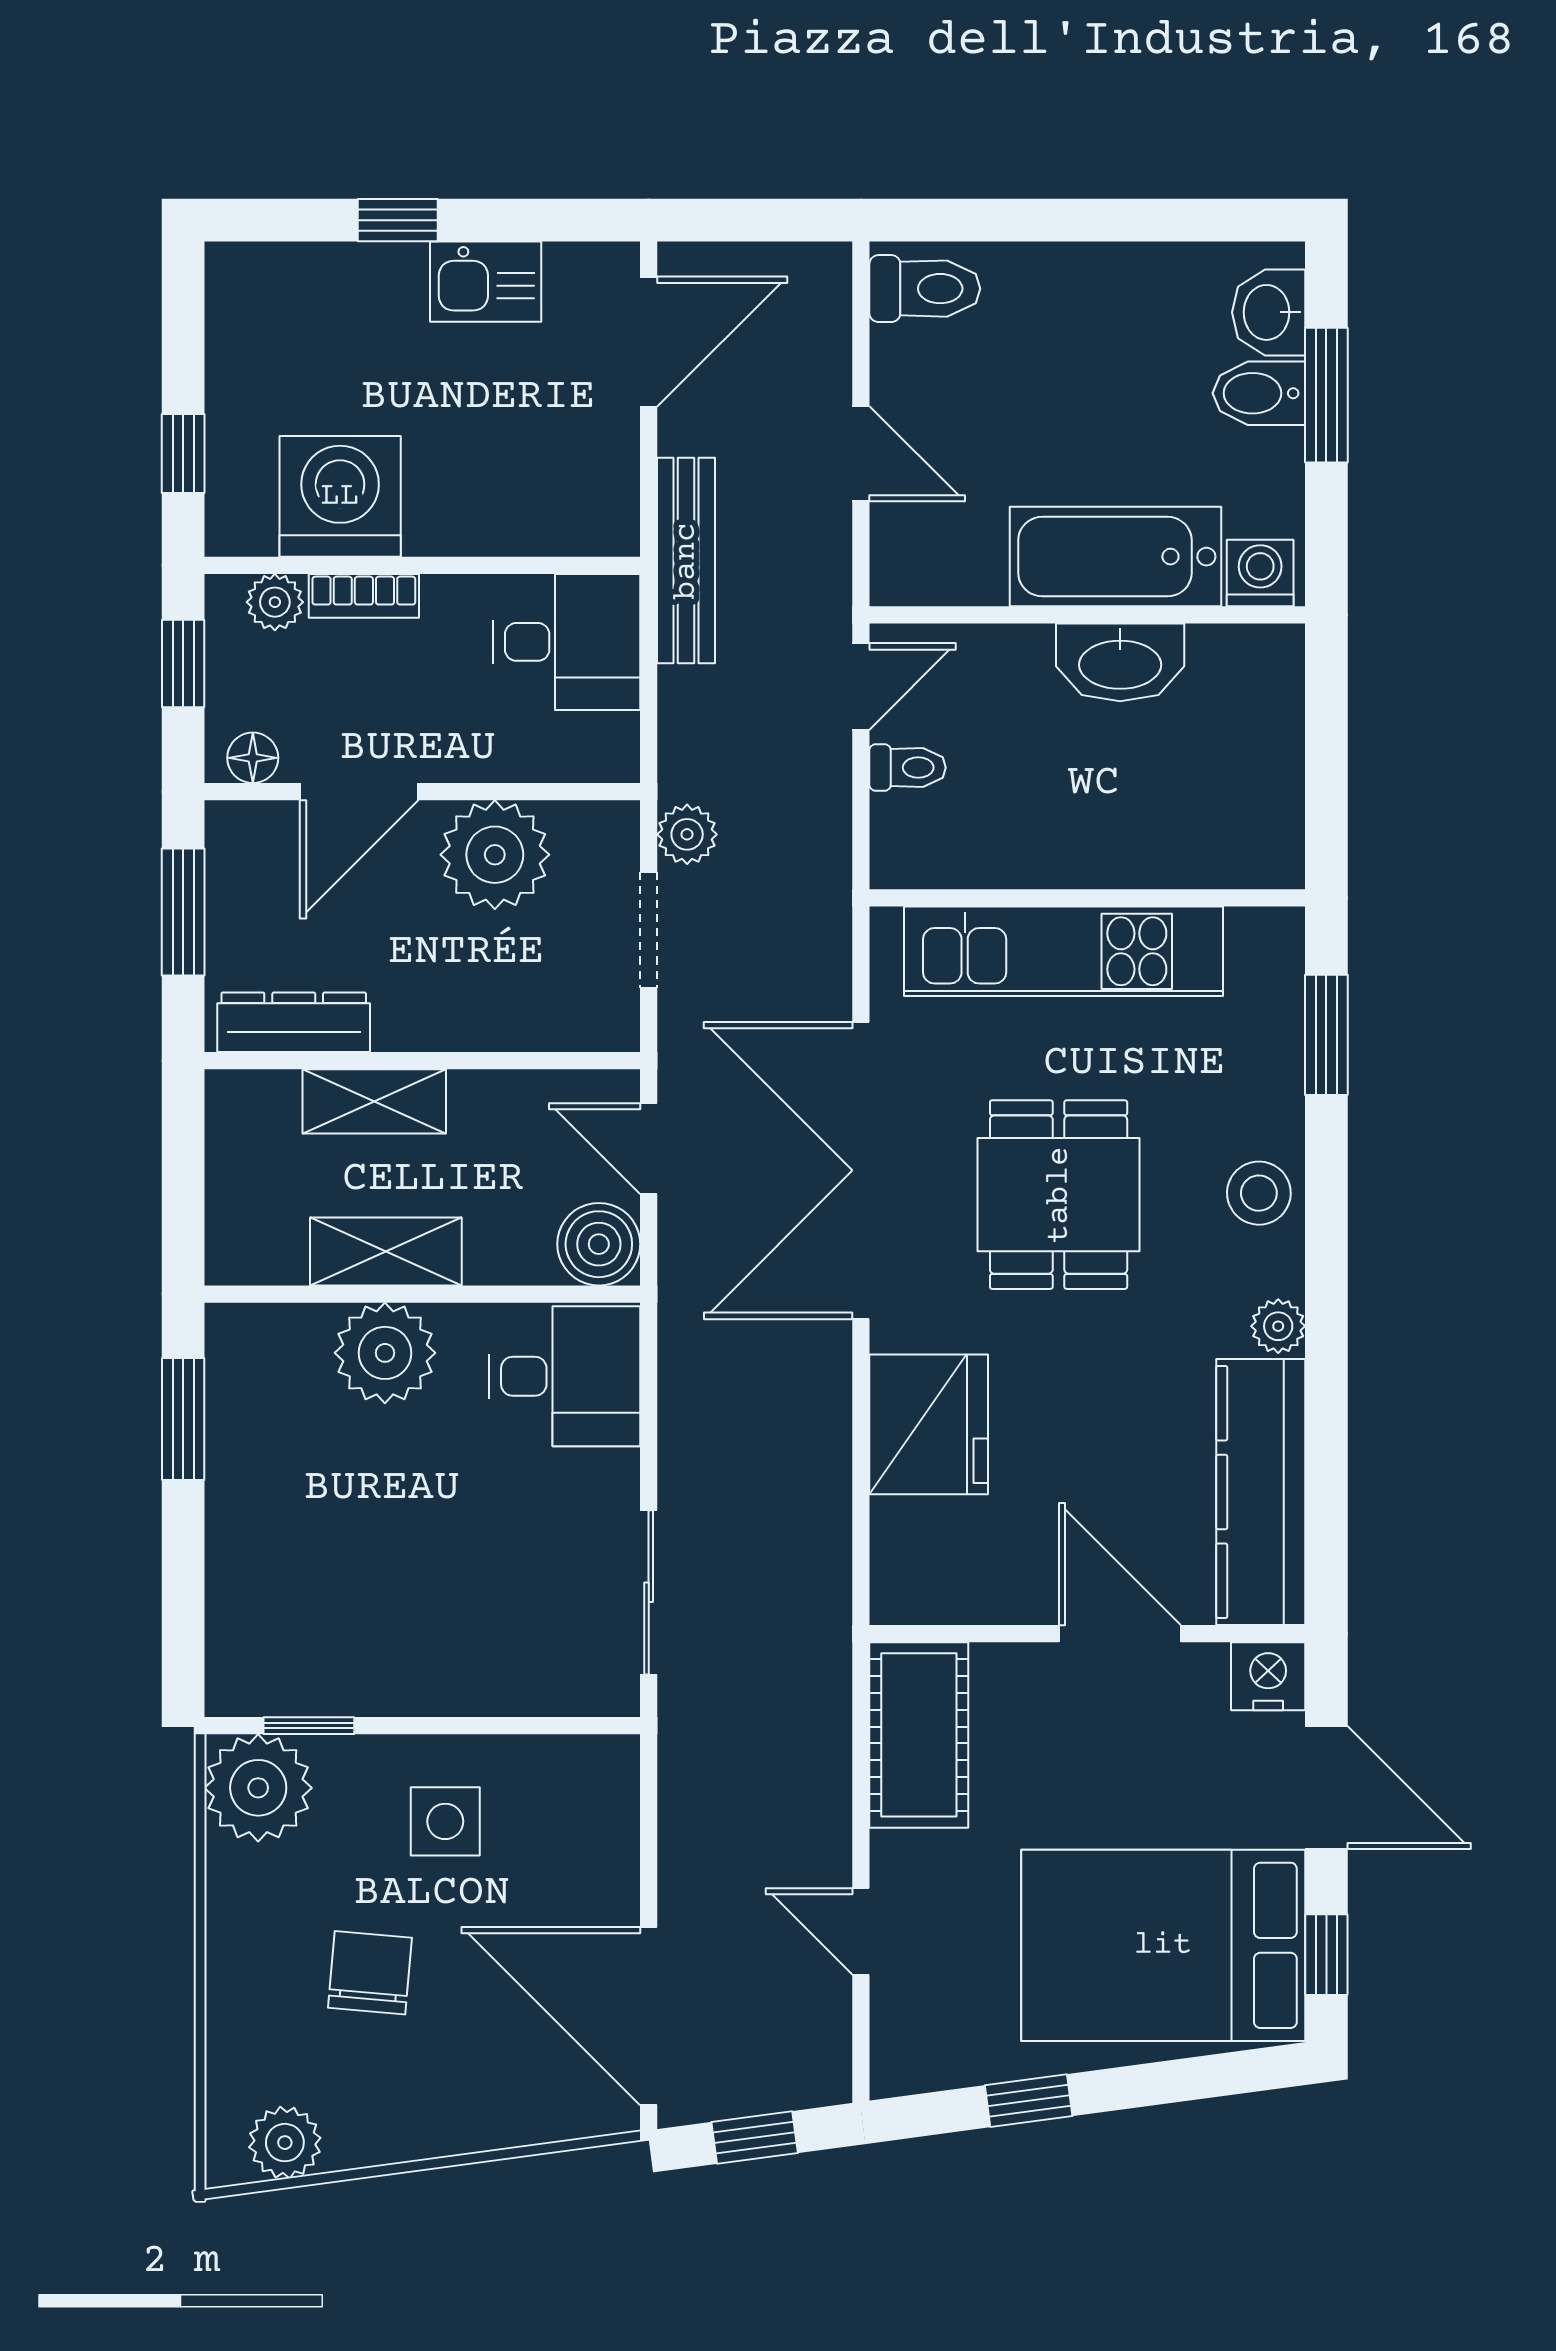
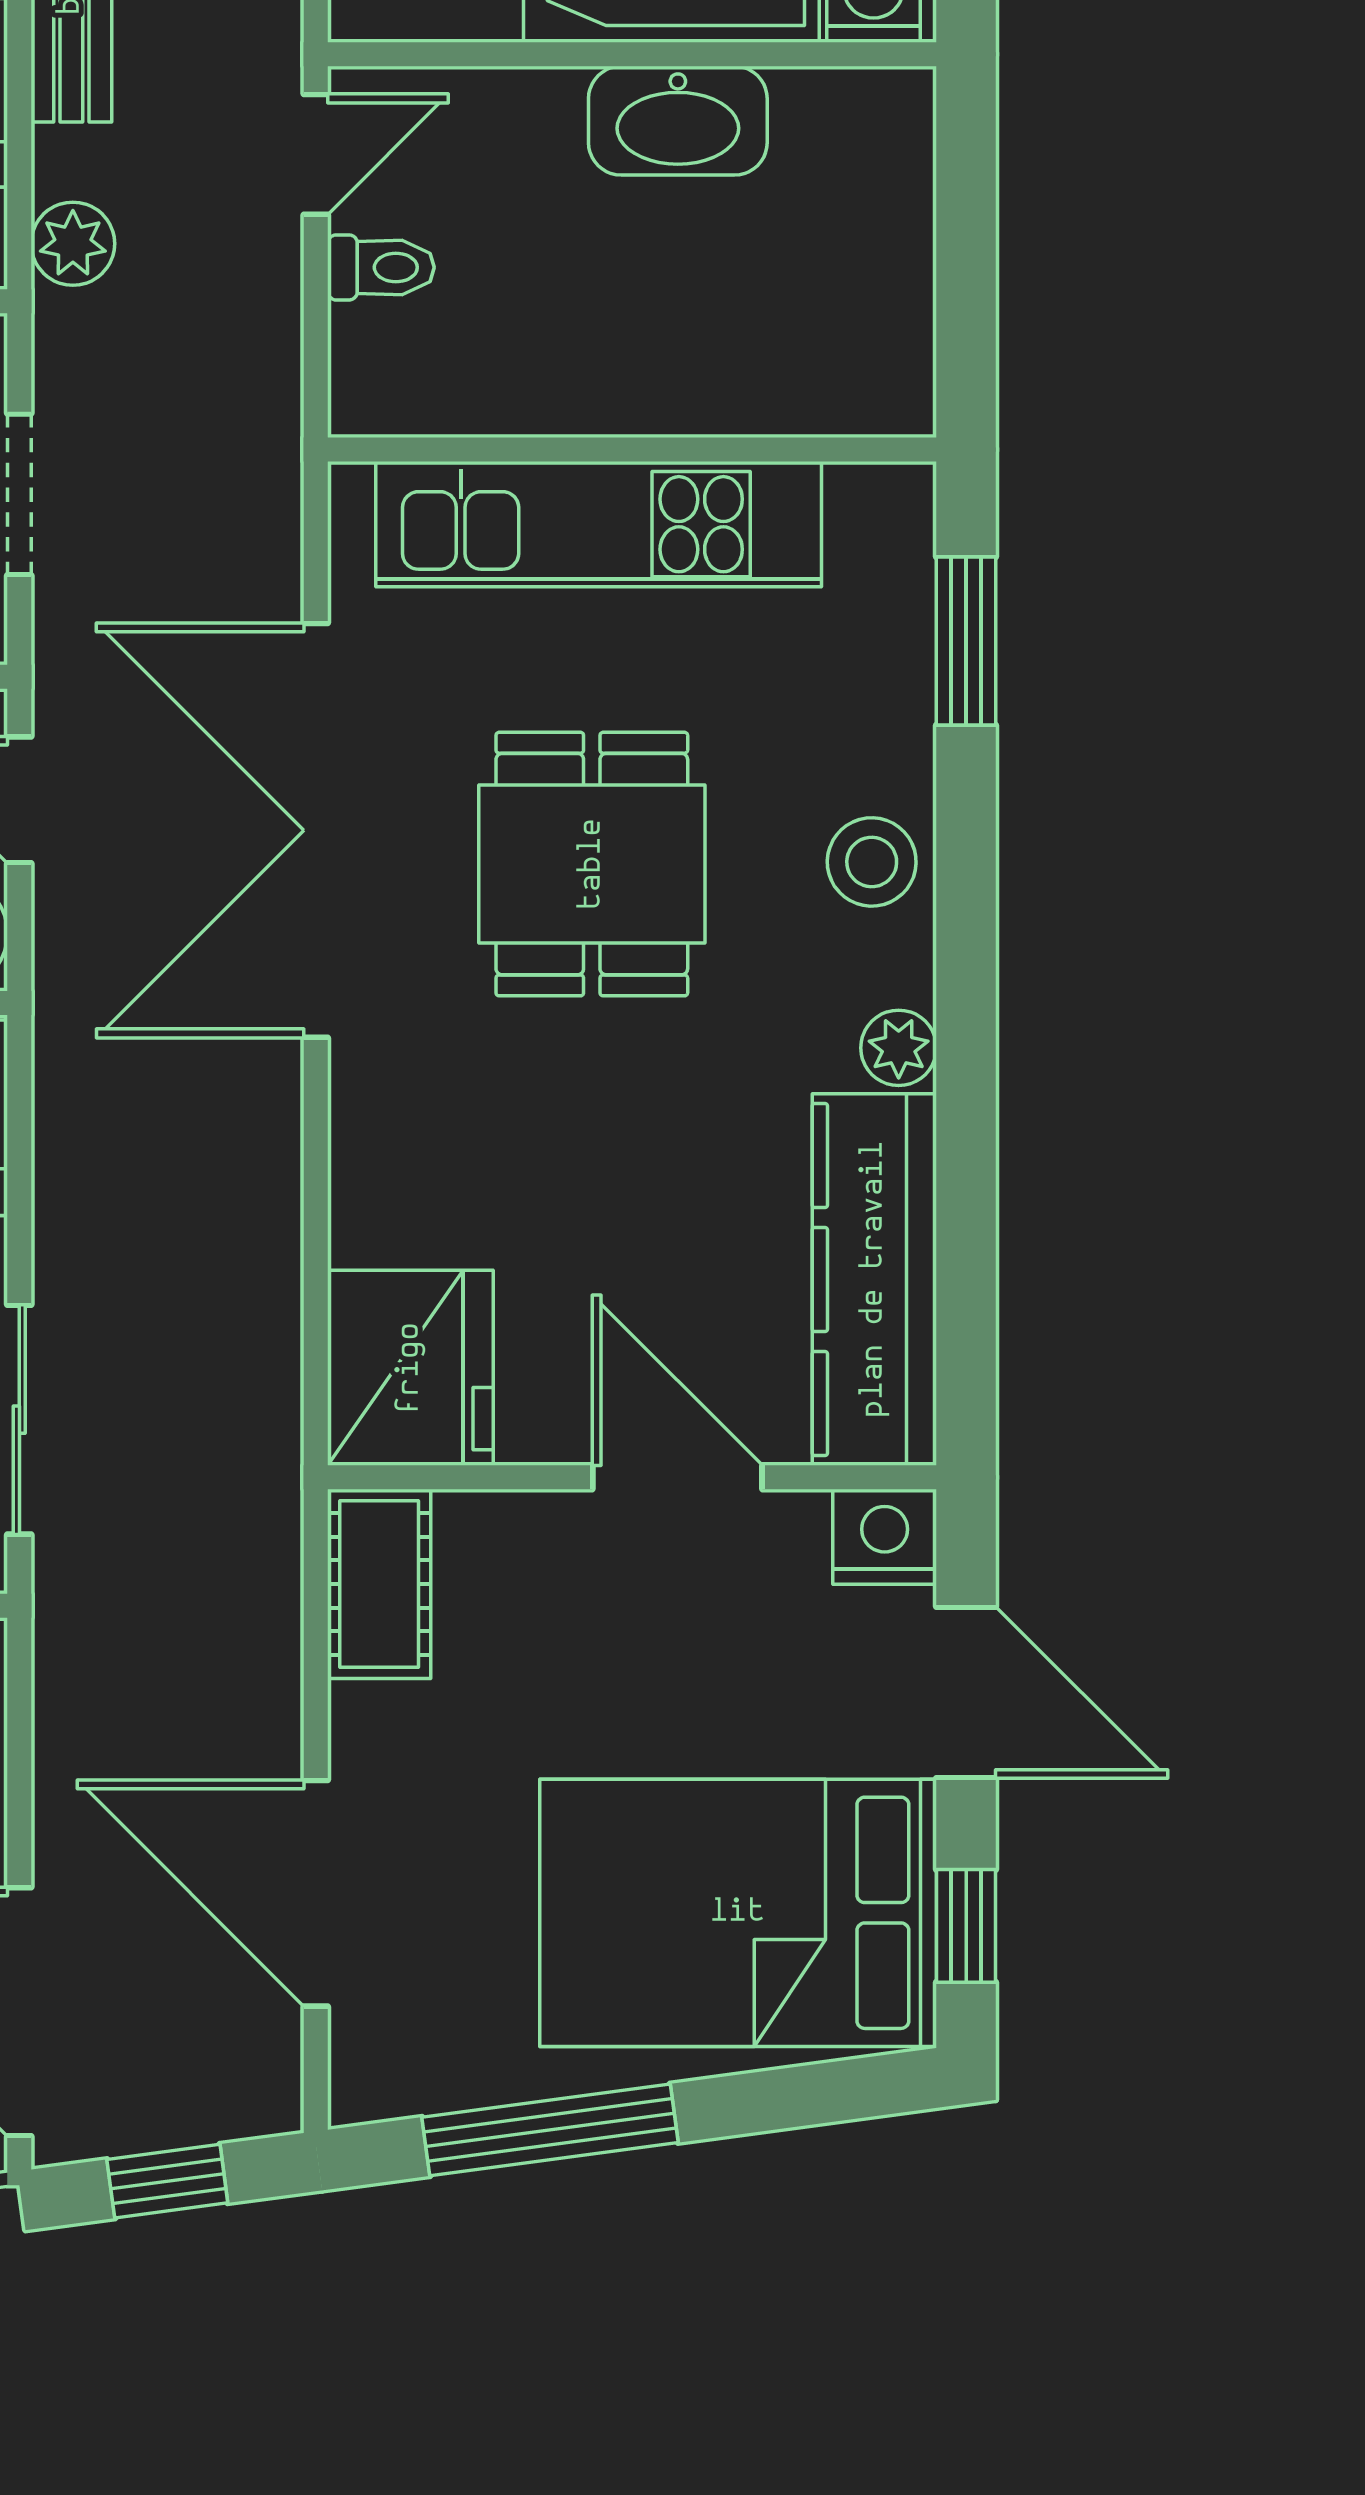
plant: (687, 834) -> (73, 244), moved
fridge: (929, 1424) -> (410, 1368), moved
cot: (919, 1735) -> (379, 1584), width x0.73, depth x0.75
door: (861, 1931) -> (316, 1893), width x1.88
window: (1029, 2101) -> (550, 2130), width x2.17

